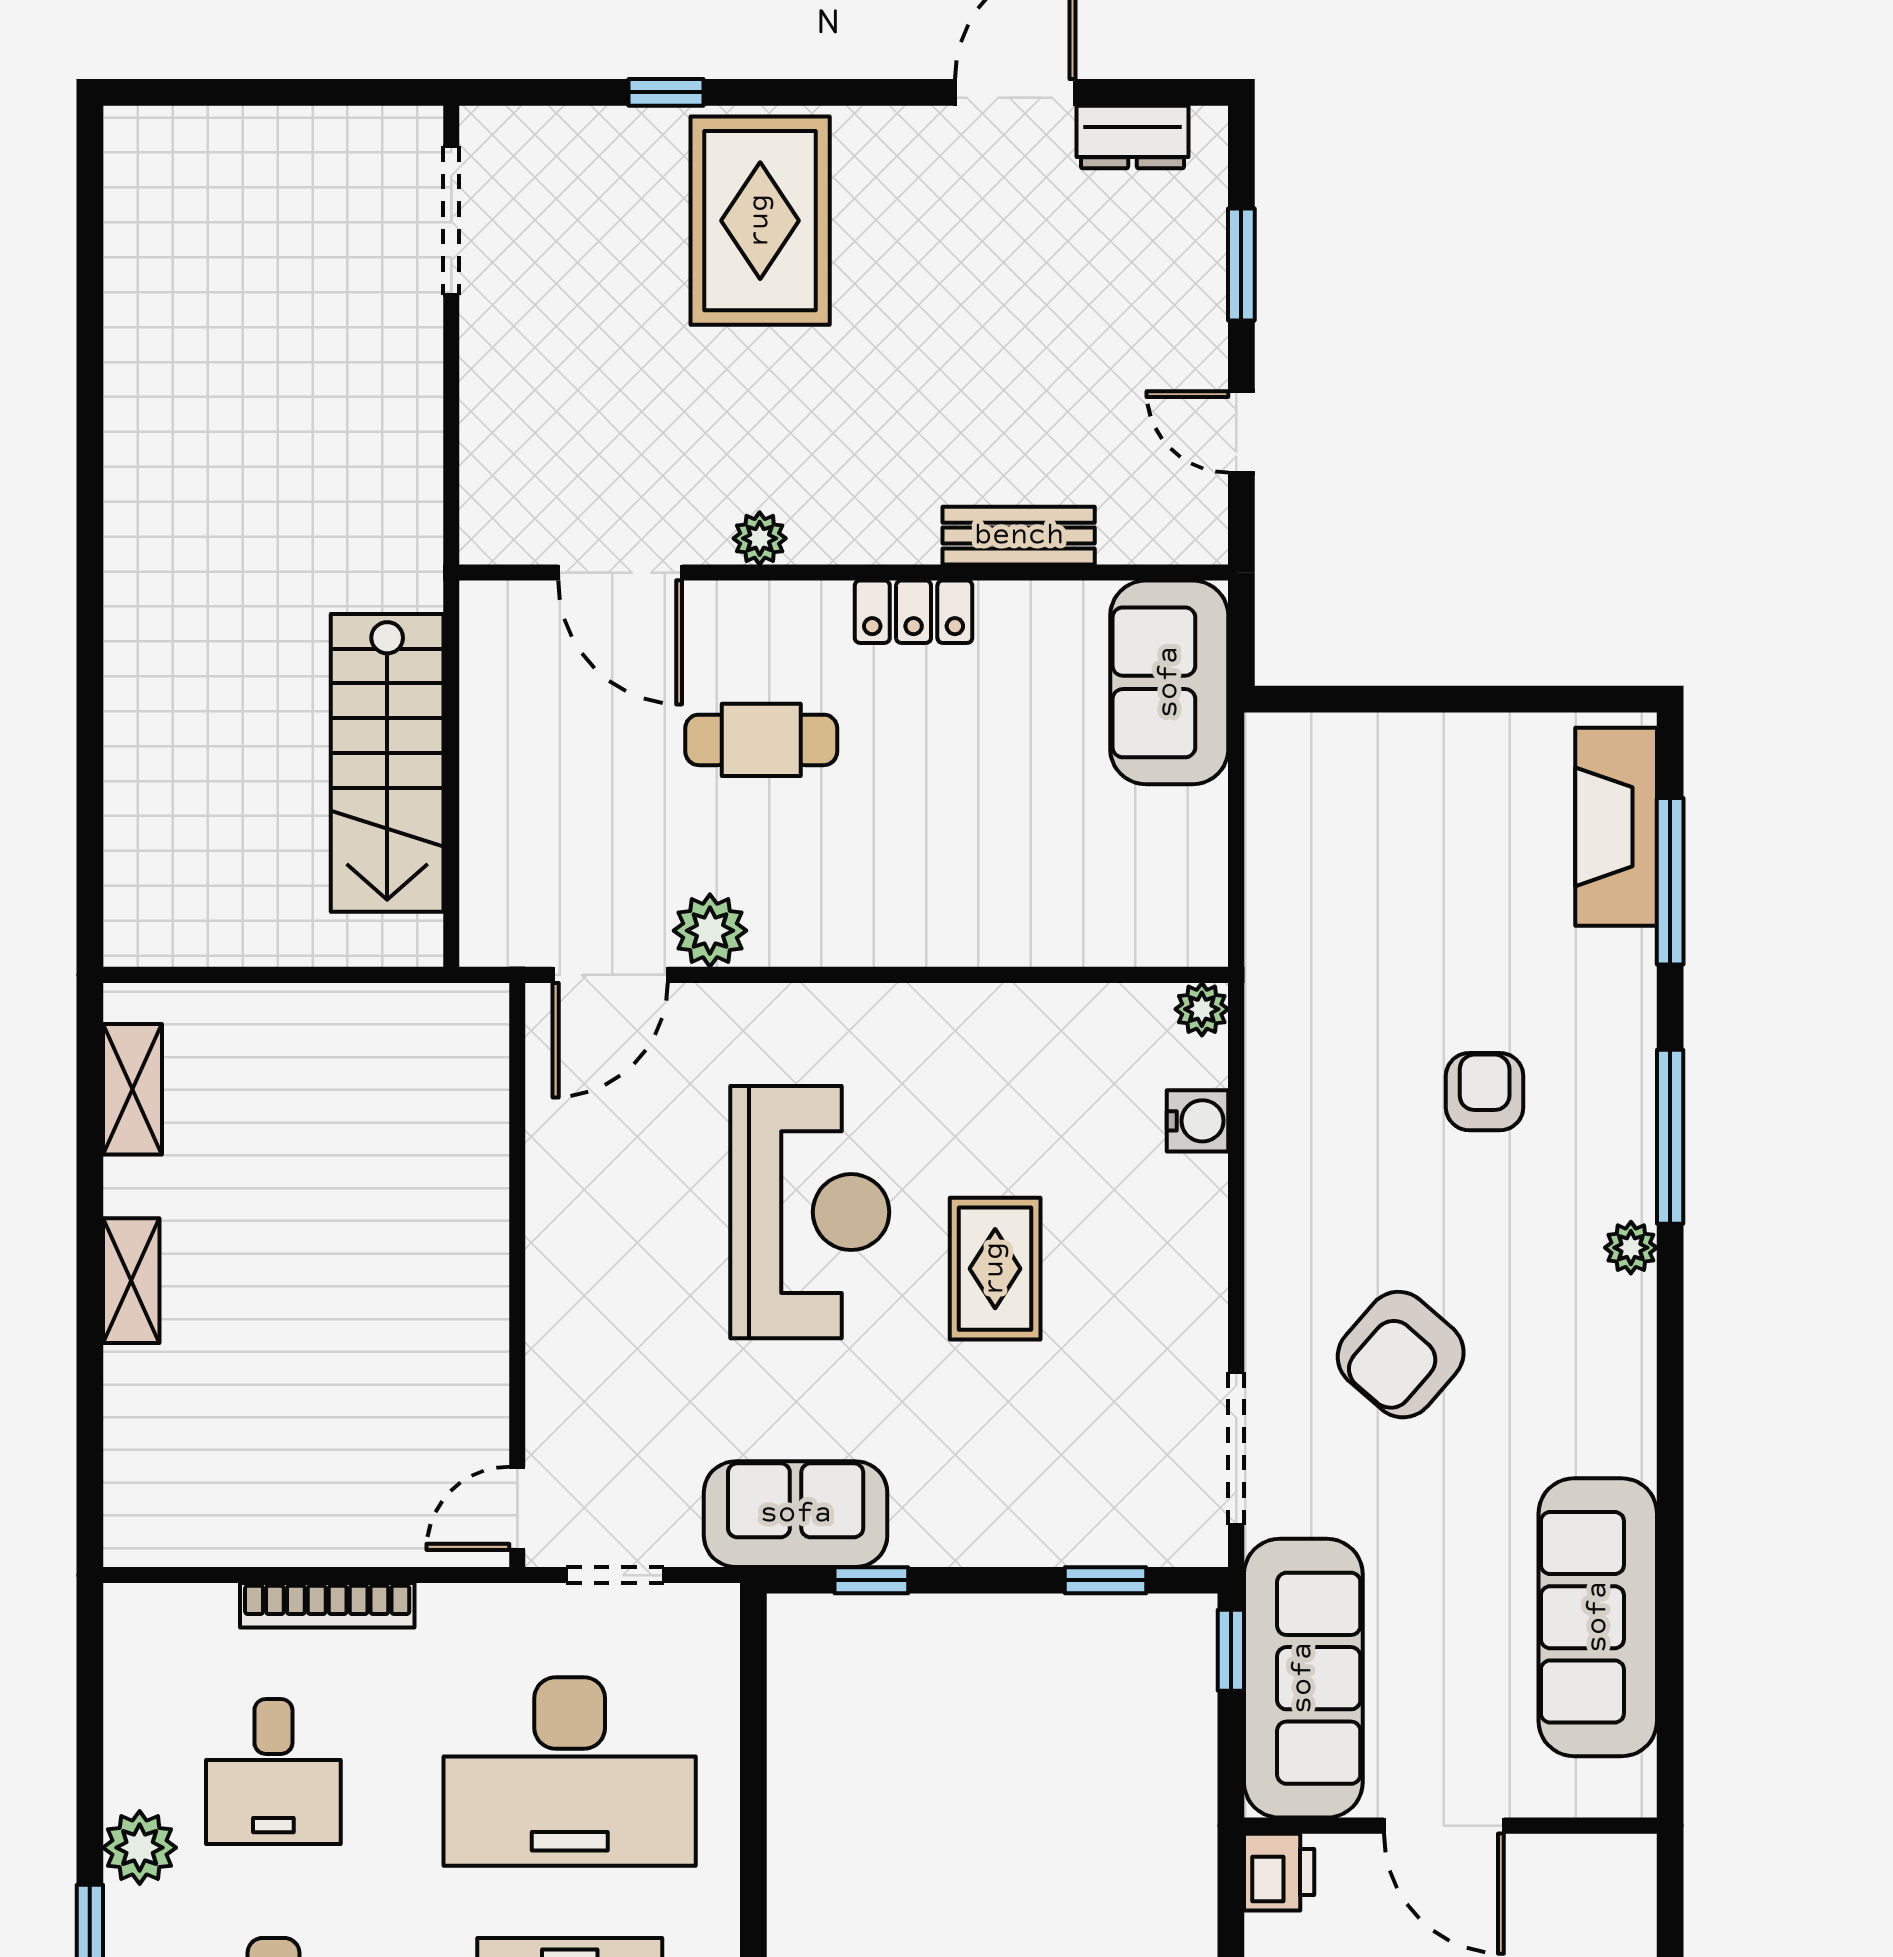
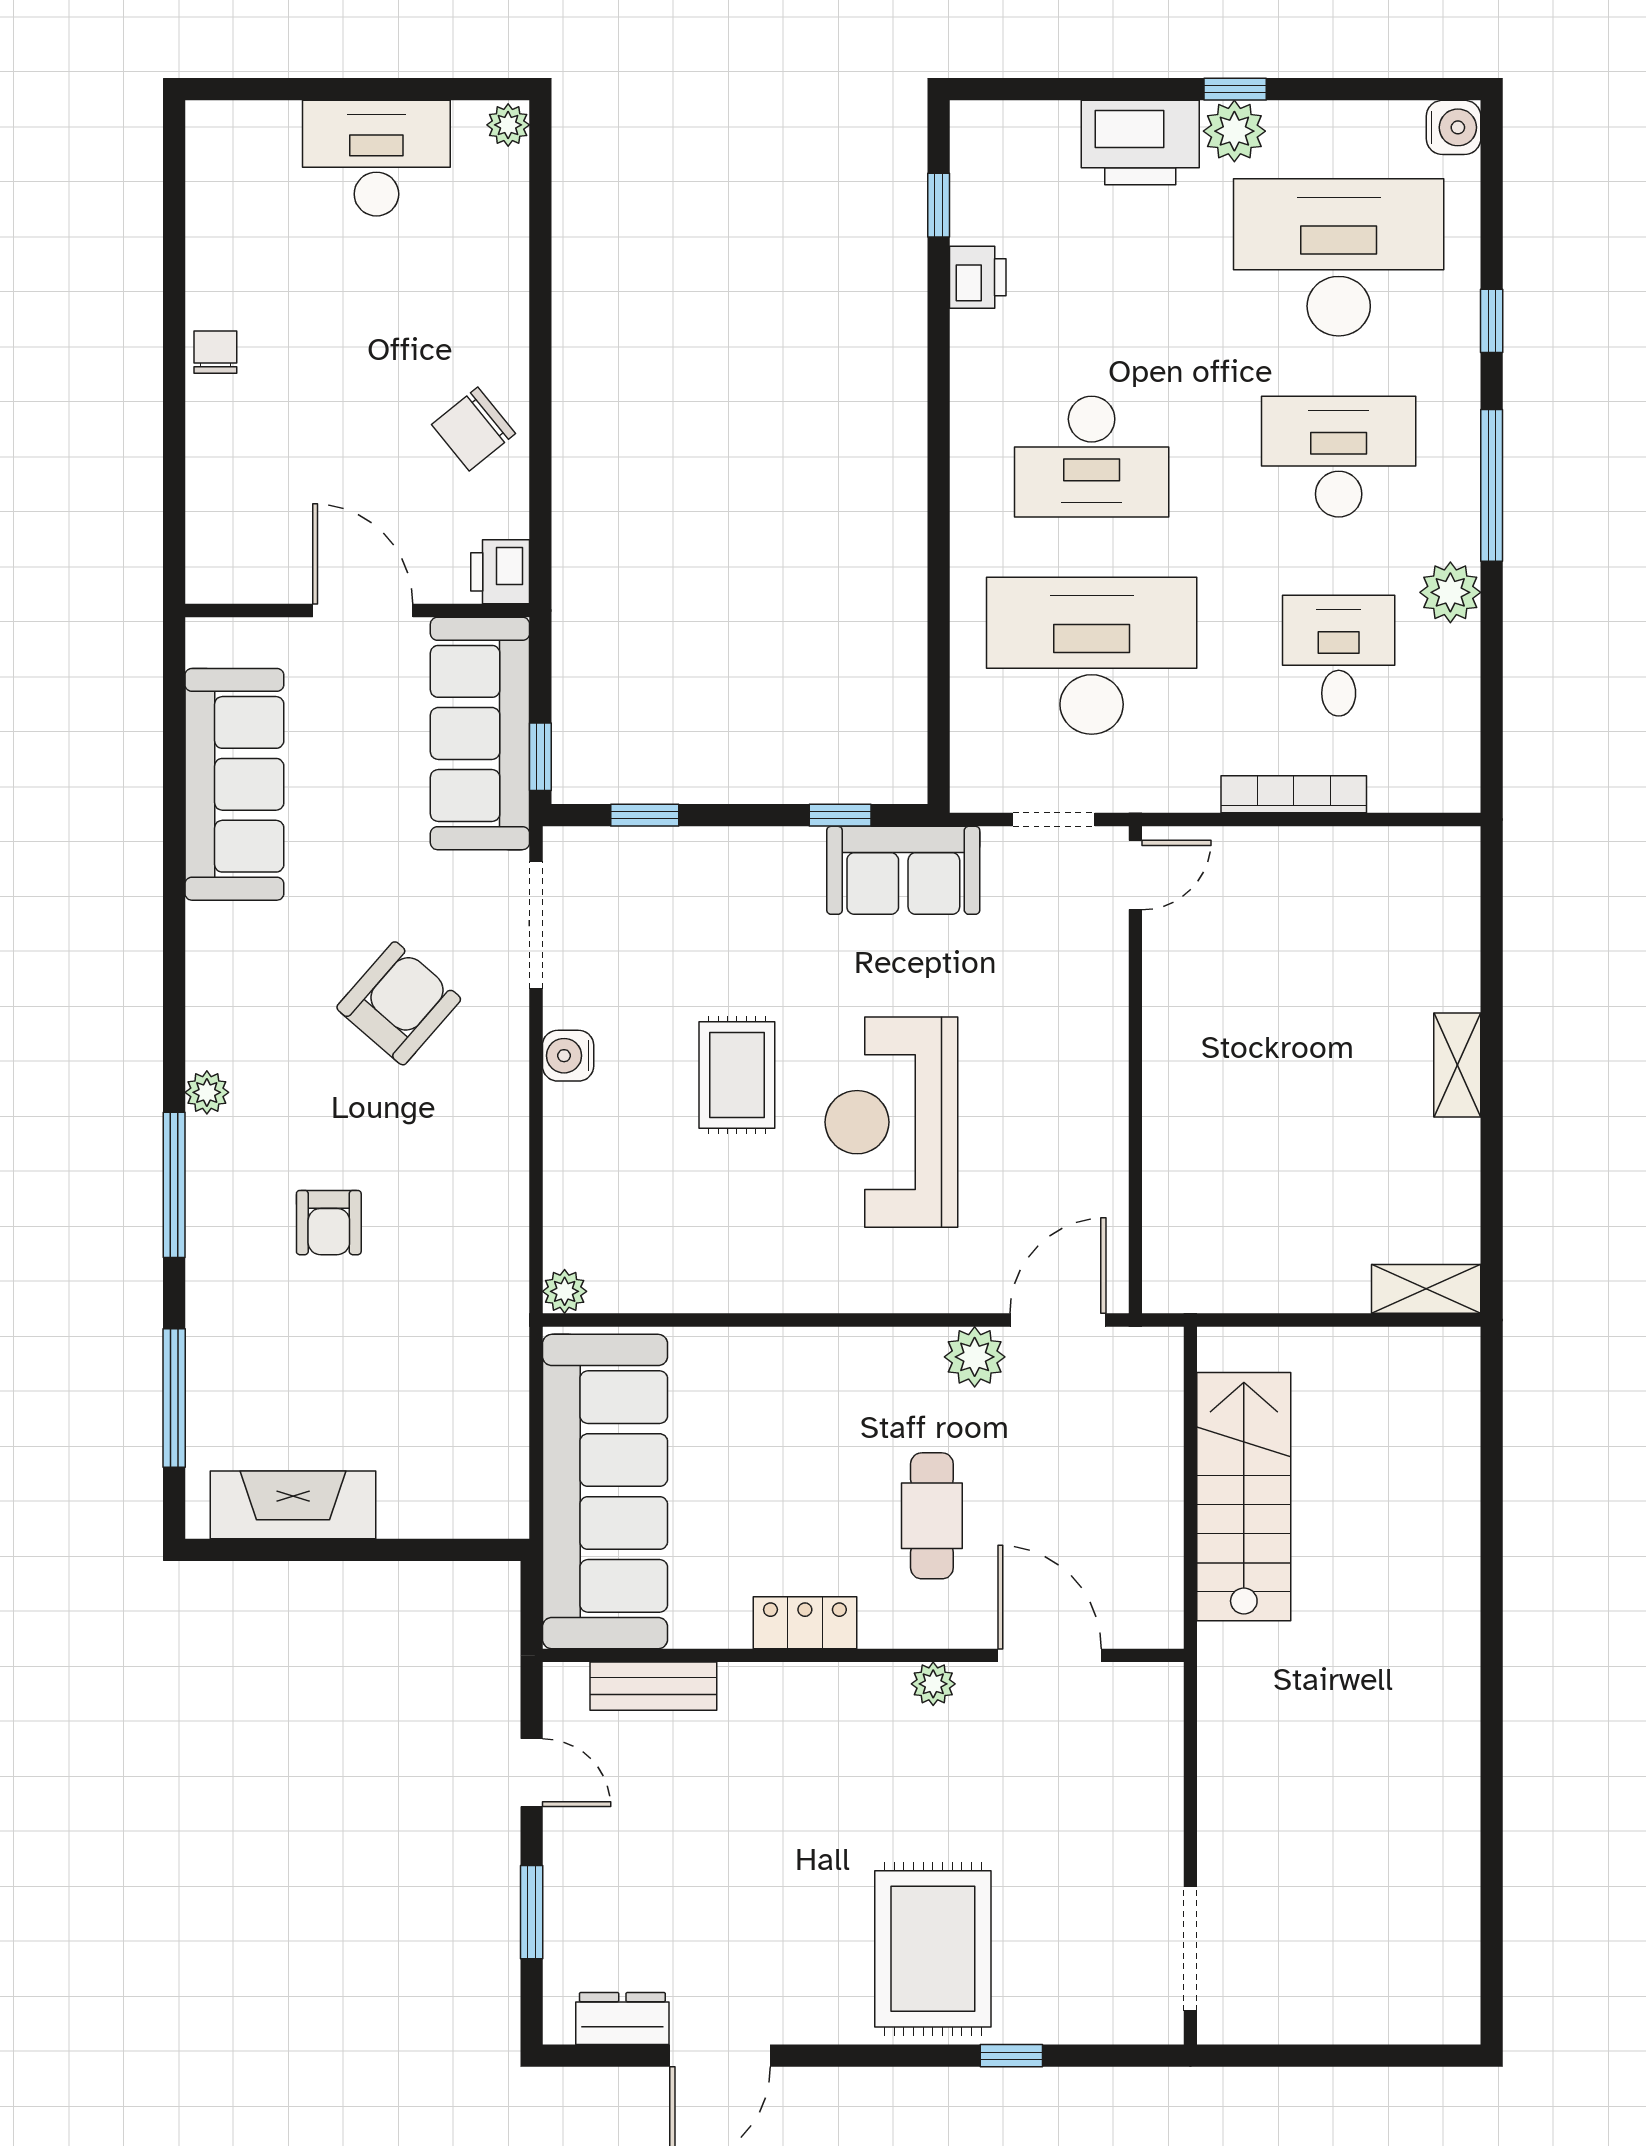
bench: (1019, 536) -> (653, 1686), moved
sofa: (1169, 682) -> (605, 1492), width x1.85, depth x1.27
cafe table: (761, 740) -> (932, 1516), turned 90
fireplace: (1616, 827) -> (293, 1505), moved, turned -90
shelving: (132, 1089) -> (1426, 1289), moved, turned 90
water cooler: (1198, 1121) -> (568, 1056), moved

